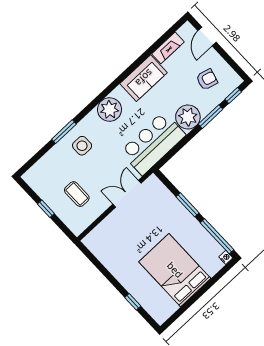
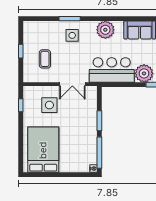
double door: (127, 194) -> (72, 84), swing flipped
side table: (124, 235) -> (49, 105), added
bed: (175, 270) -> (43, 150), moved
window: (133, 302) -> (21, 105), moved

